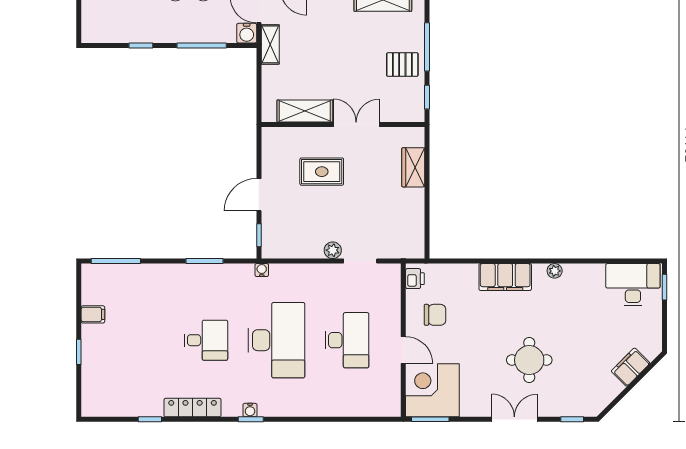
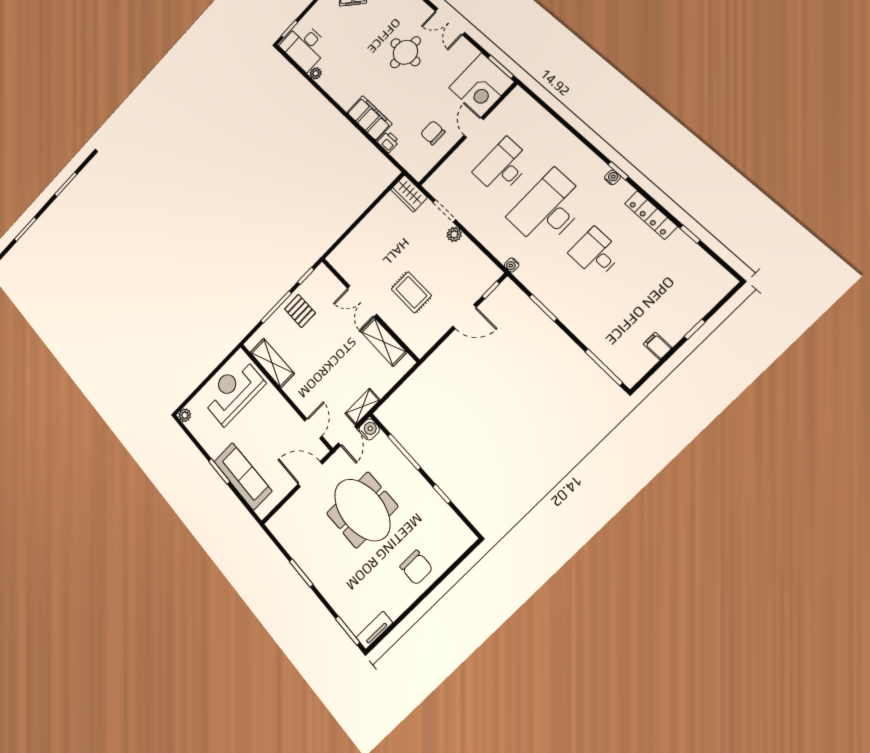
wardrobe: (413, 167) -> (409, 194), moved, turned 90
plant: (555, 271) -> (316, 73), moved
printer: (415, 279) -> (388, 142), moved, turned 90

